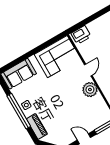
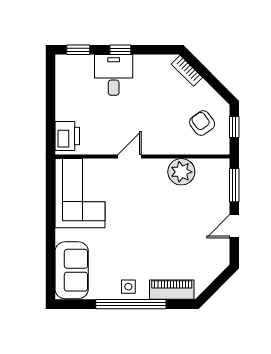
door: (88, 70) -> (130, 156), hinge flipped
plant: (90, 90) -> (181, 172), moved

